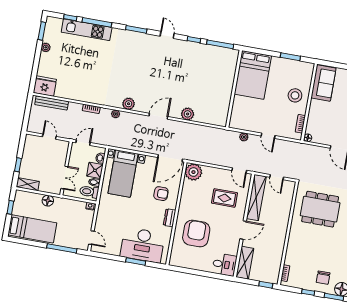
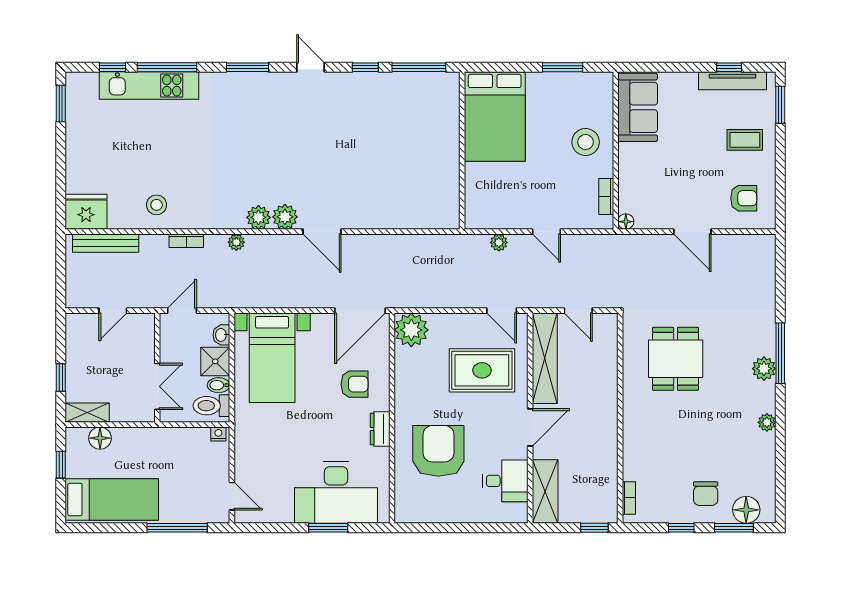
plant: (46, 47) -> (74, 135), removed
stool: (80, 89) -> (157, 205), added
plant: (188, 114) -> (285, 217), moved
door: (158, 116) -> (322, 232), swing flipped
door: (49, 137) -> (113, 311), swing flipped
rug: (224, 198) -> (482, 370), width x1.36, depth x1.43
floor lamp: (48, 201) -> (100, 438), moved
dining table: (320, 209) -> (676, 359), width x0.73
desk: (224, 265) -> (505, 481), moved

